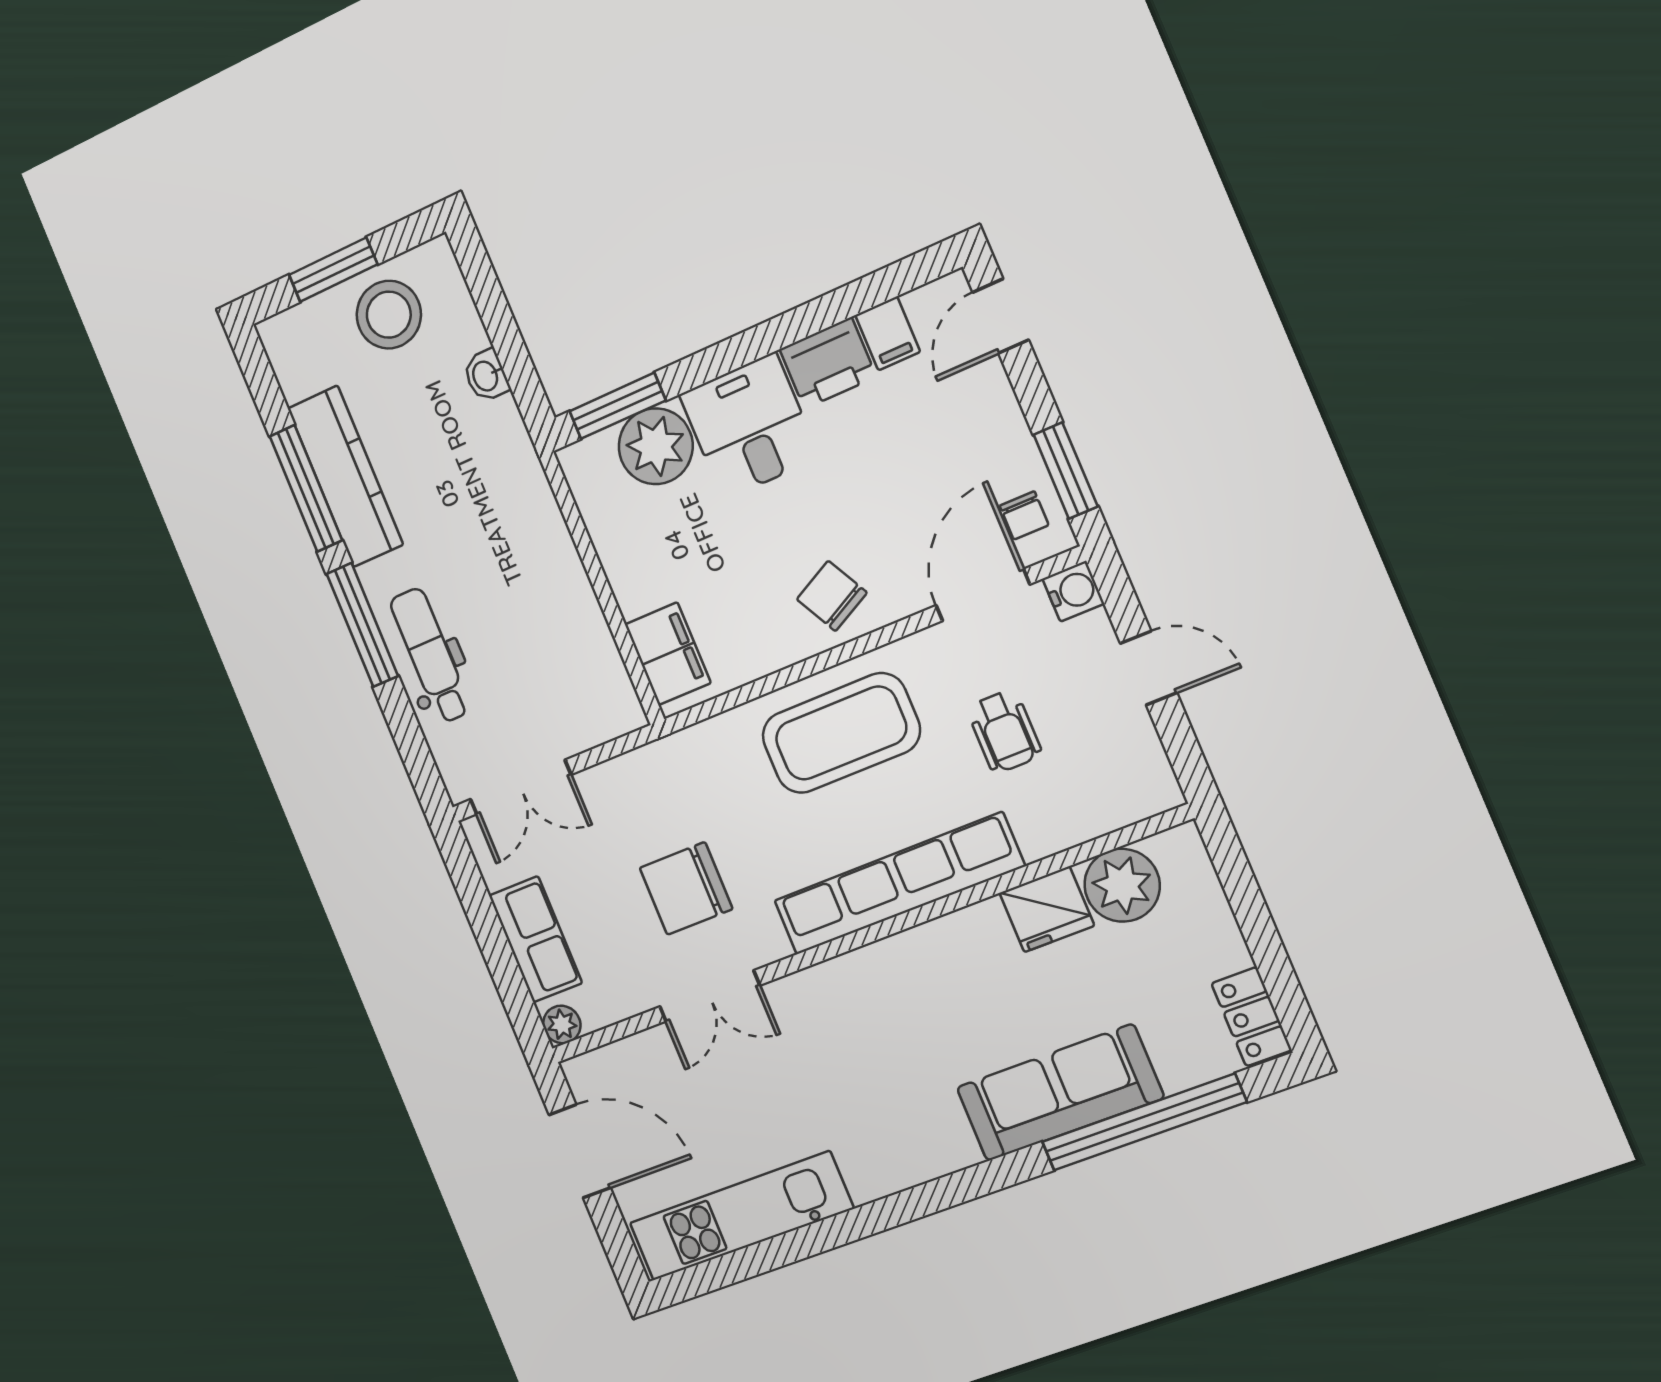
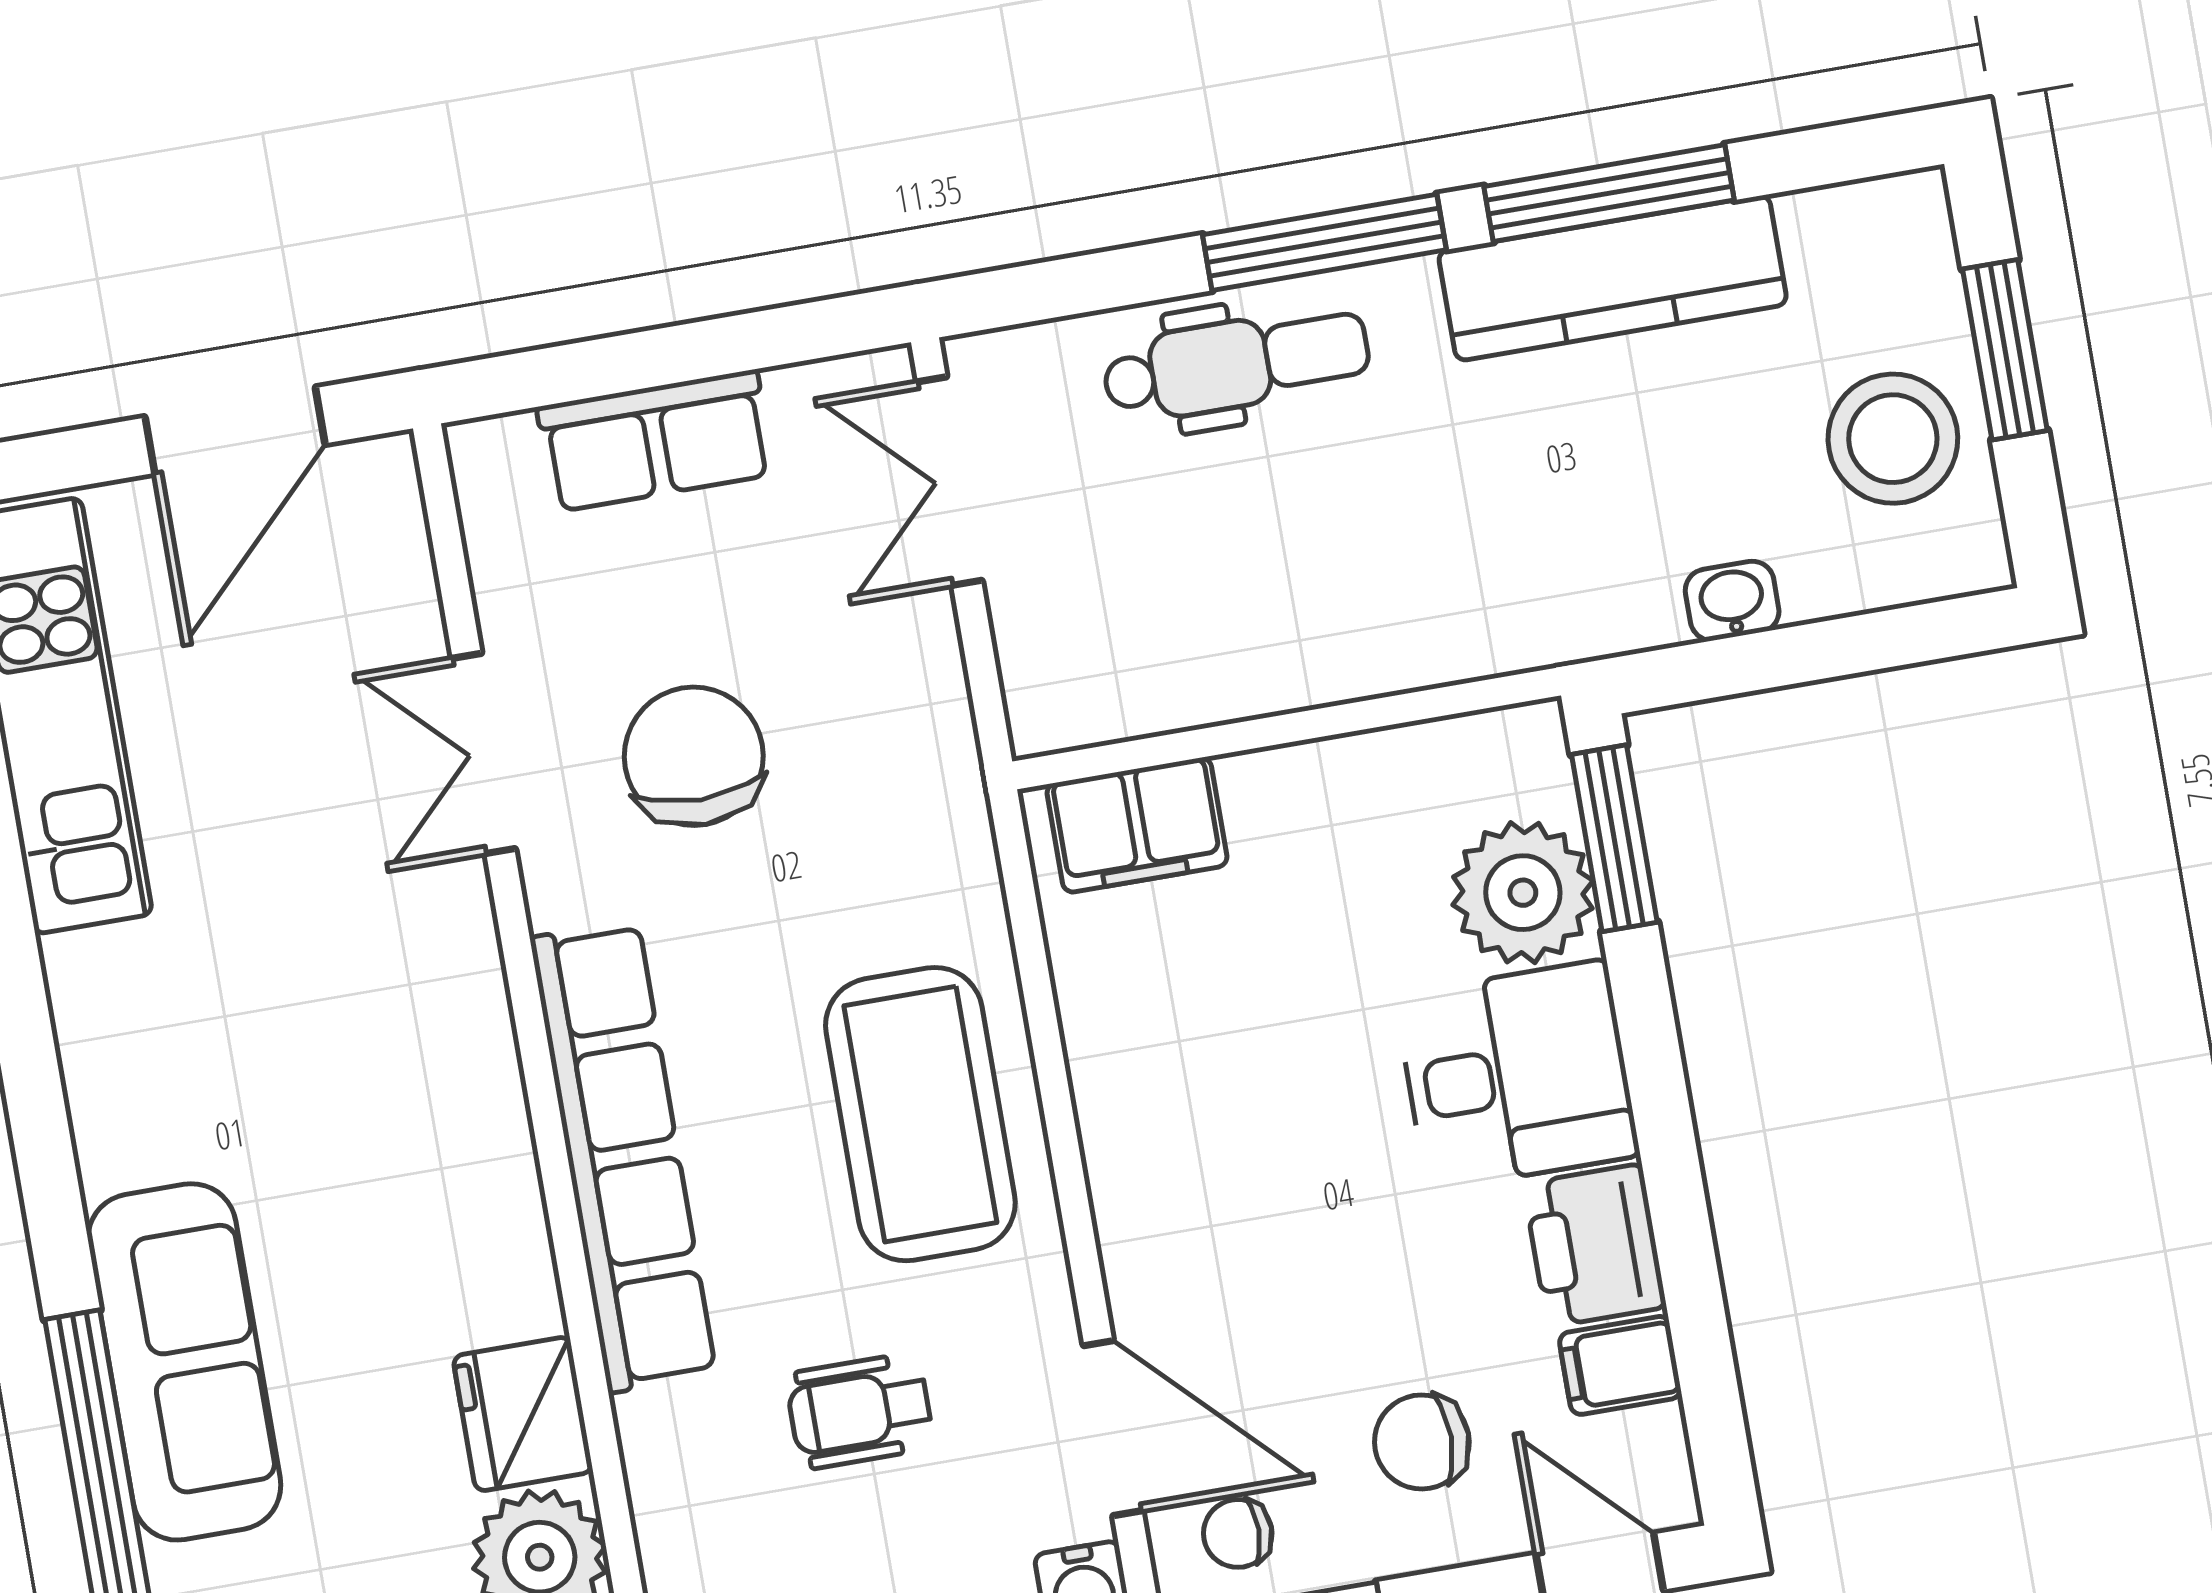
chair: (832, 596) -> (1422, 1442), moved, turned -152
plant: (562, 1024) -> (484, 454), removed

